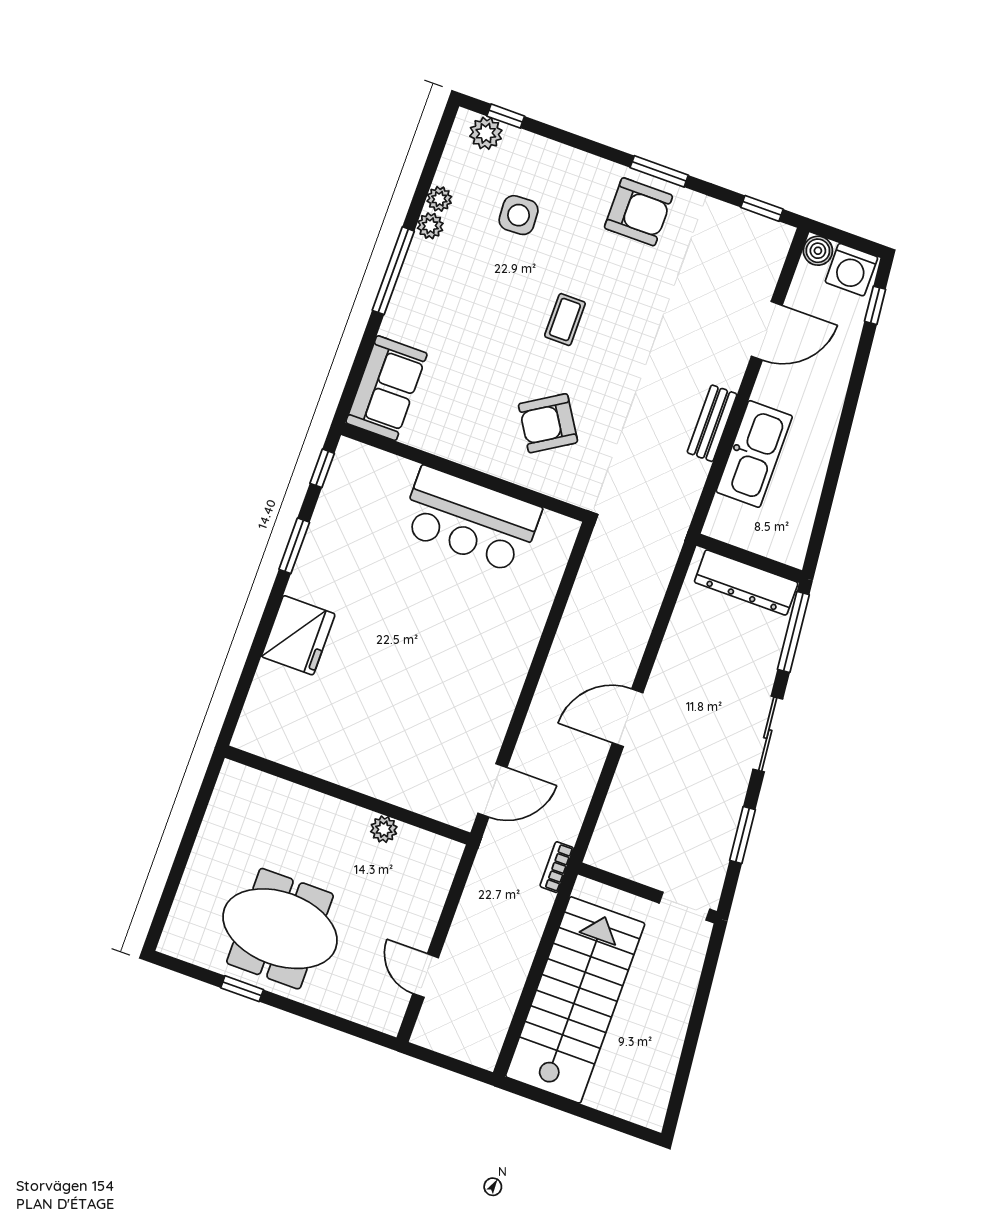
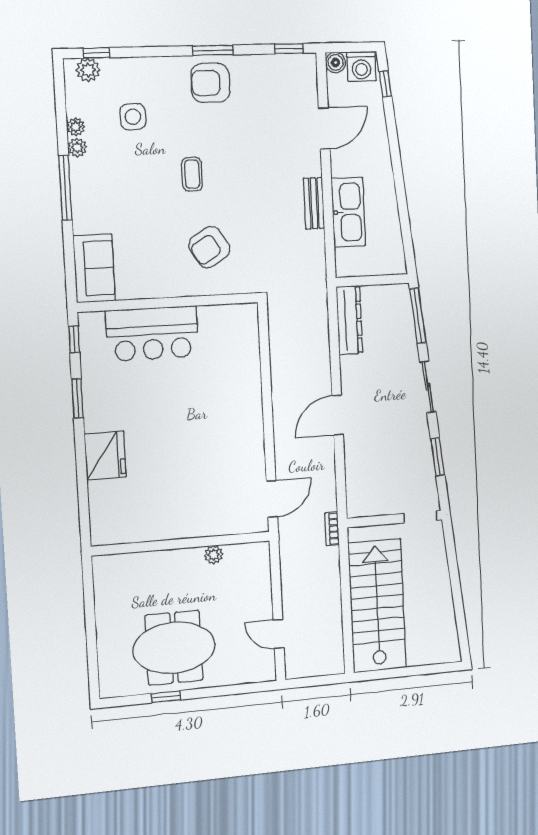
armchair: (638, 212) -> (210, 83), turned 180
bar counter: (471, 520) -> (152, 333), moved
dresser: (746, 582) -> (349, 320), moved, turned -90

